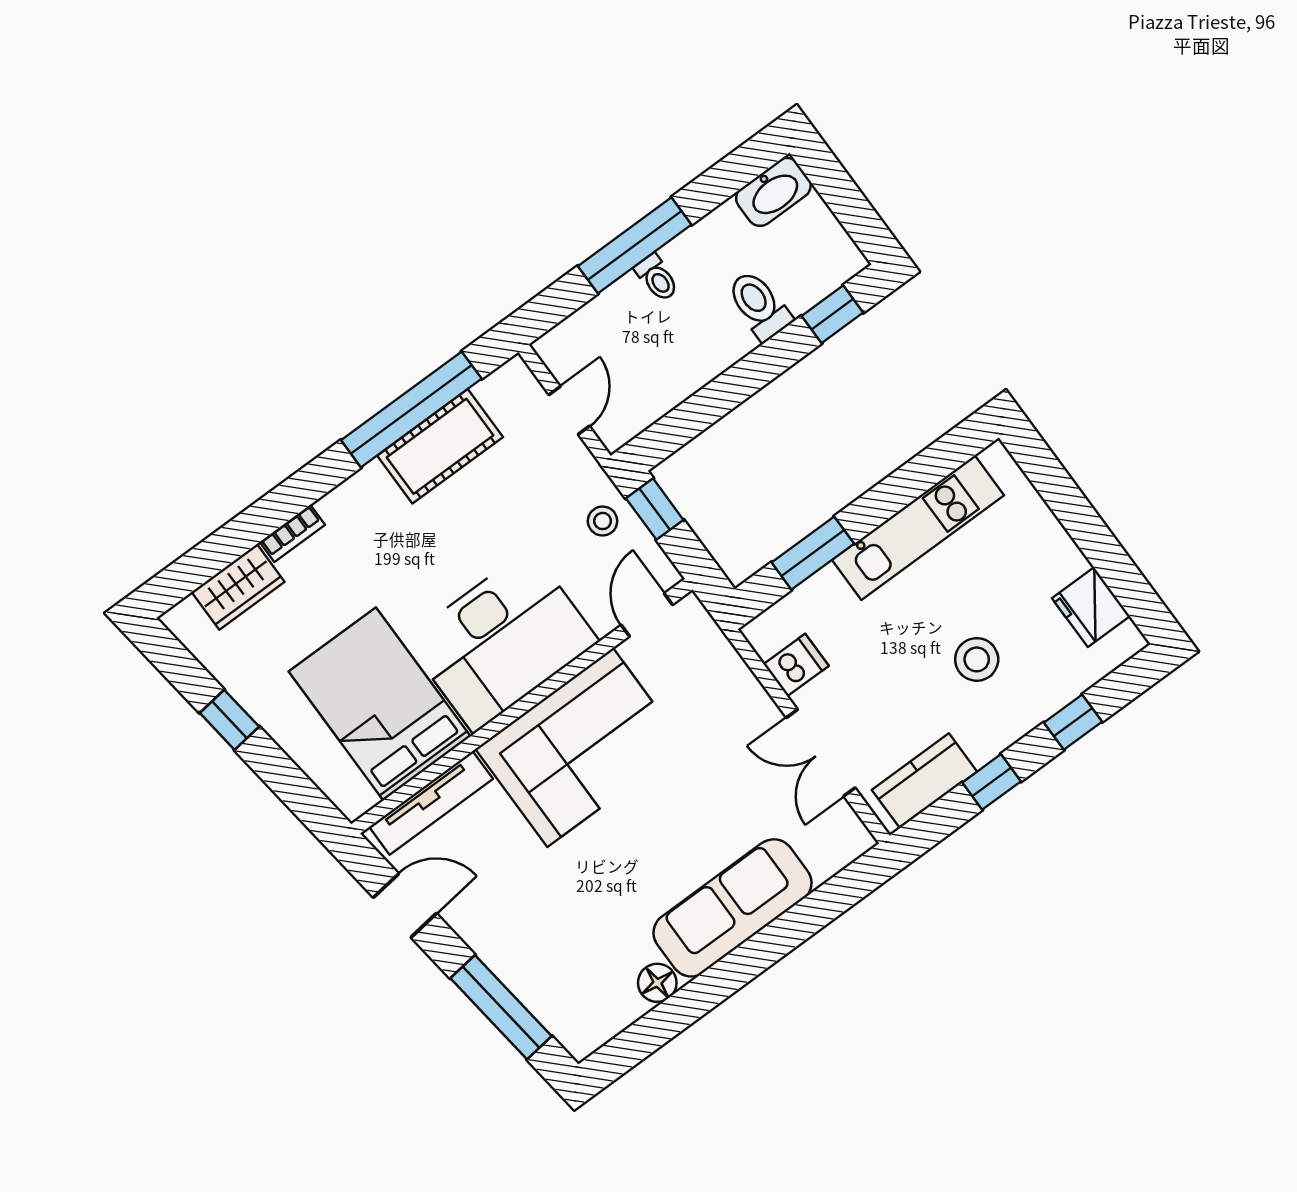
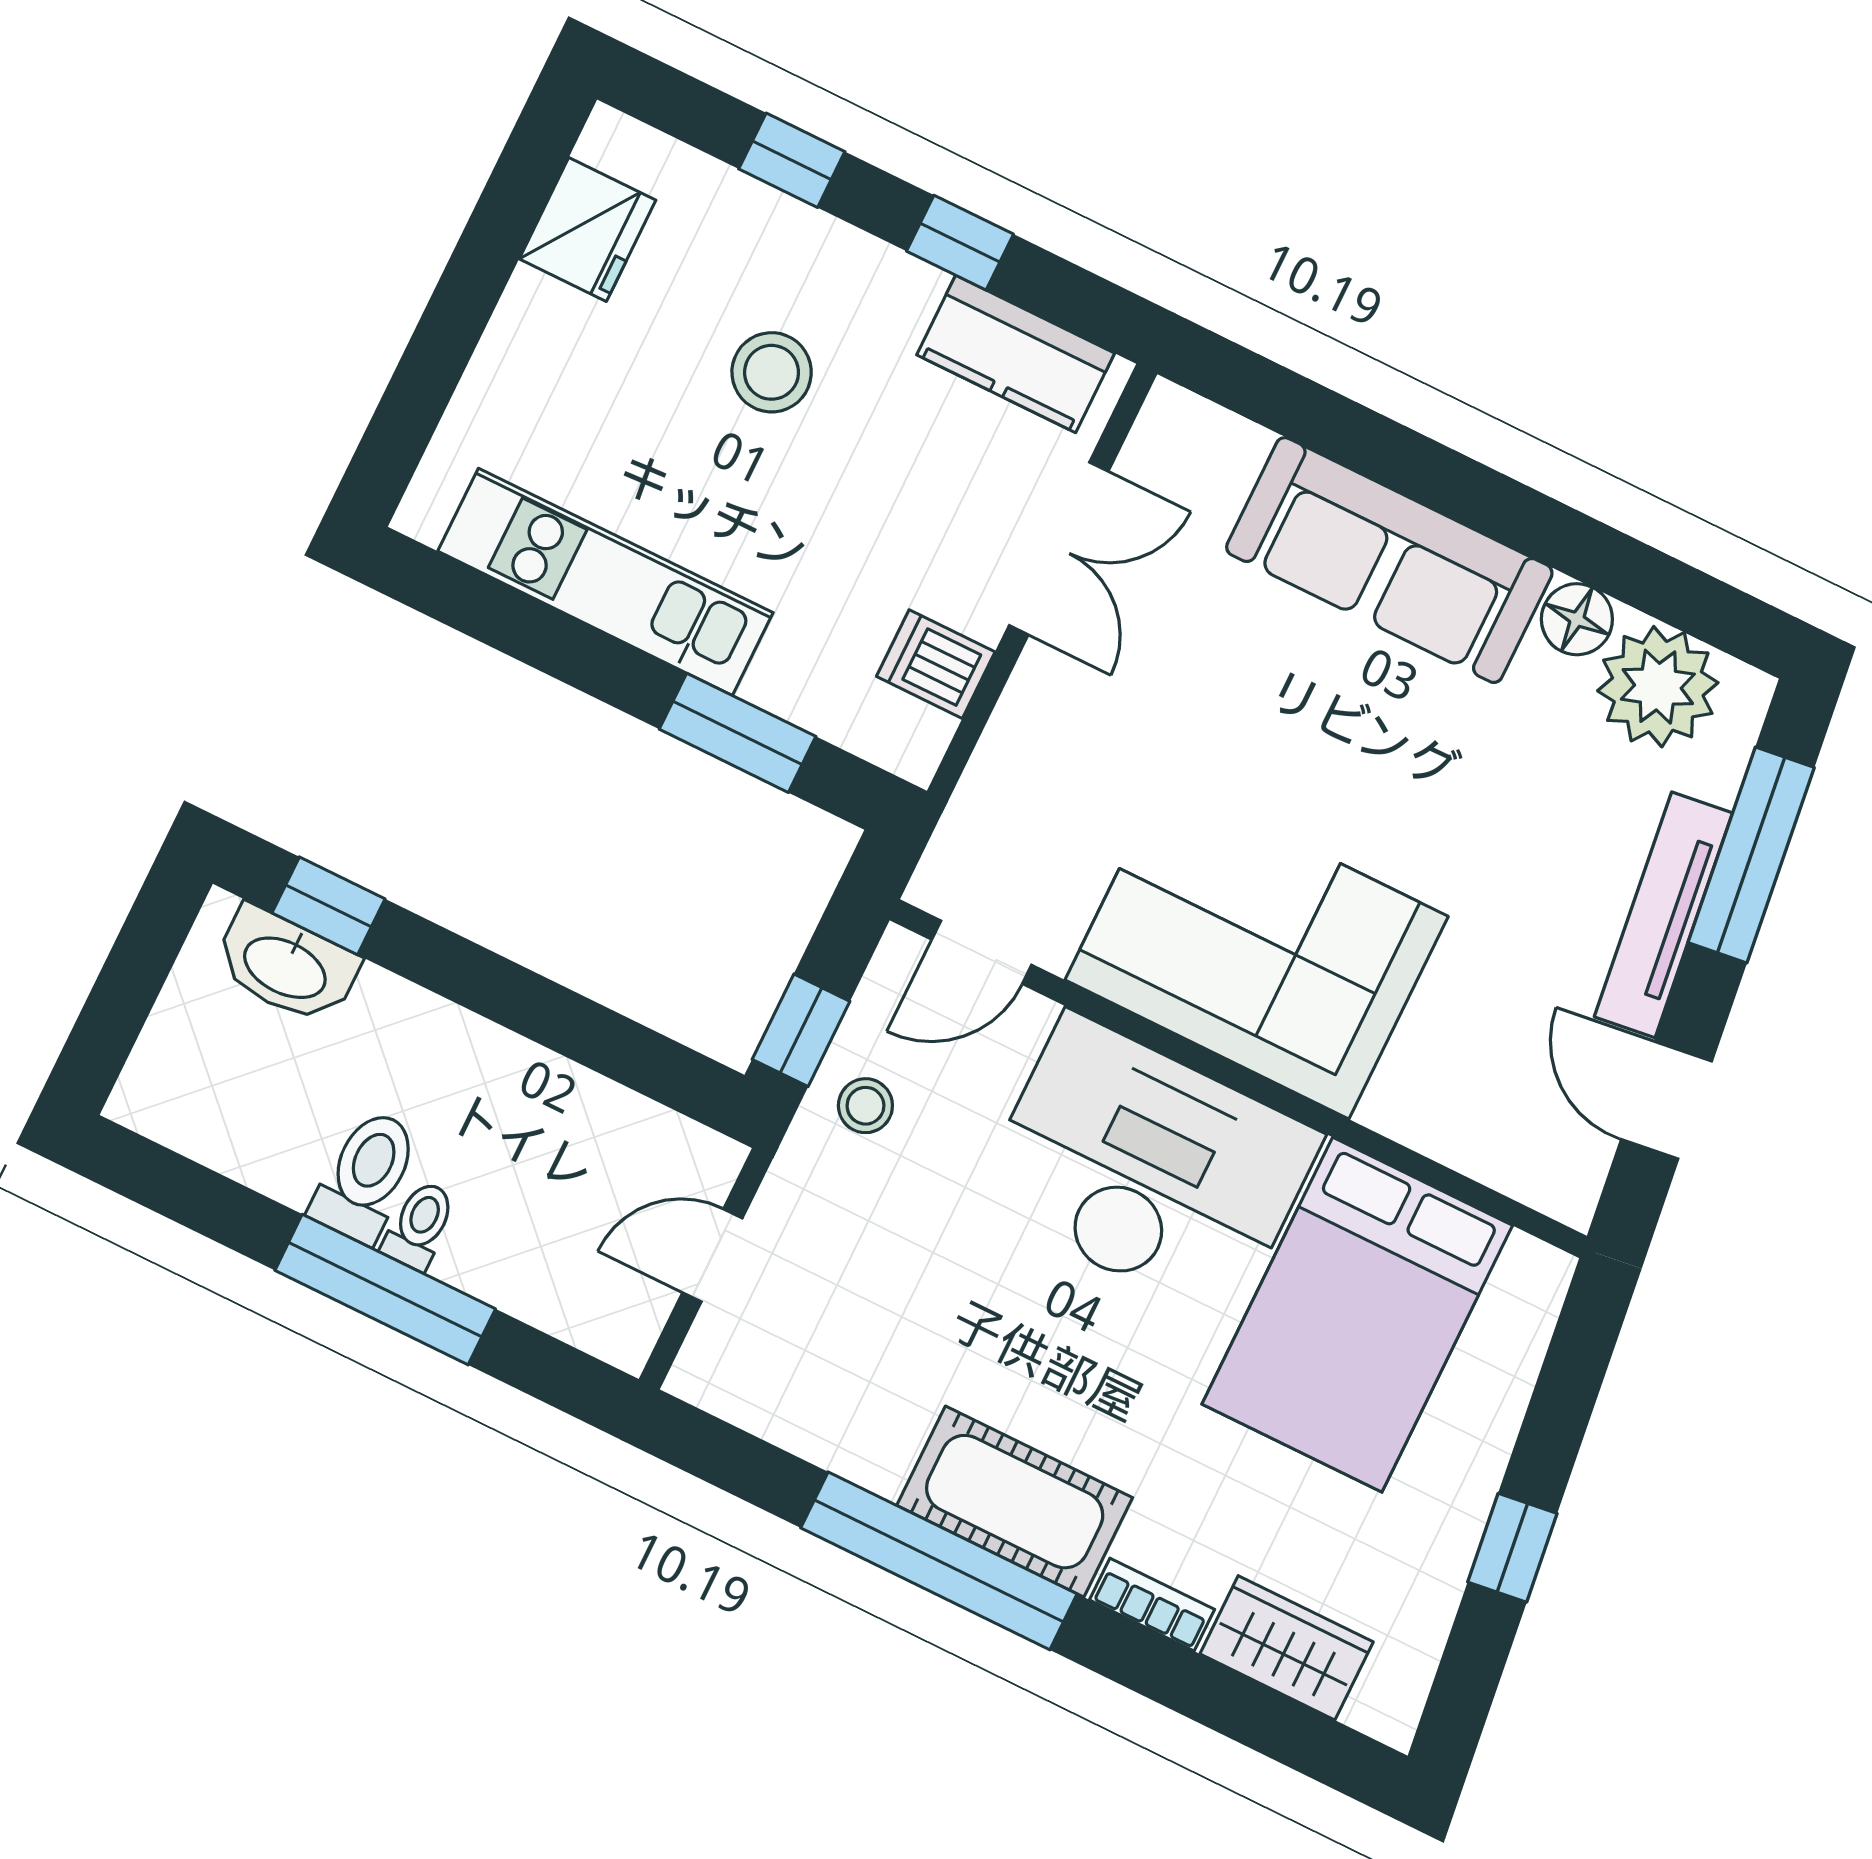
washbasin: (773, 192) -> (286, 966), moved, turned 180
toilet: (759, 305) -> (366, 1176), moved, turned 180
window: (411, 409) -> (939, 1561), moved
cot: (440, 446) -> (1015, 1502), moved
tv unit: (431, 803) -> (1663, 915), moved, turned -97
plant: (605, 1005) -> (1658, 687), added

